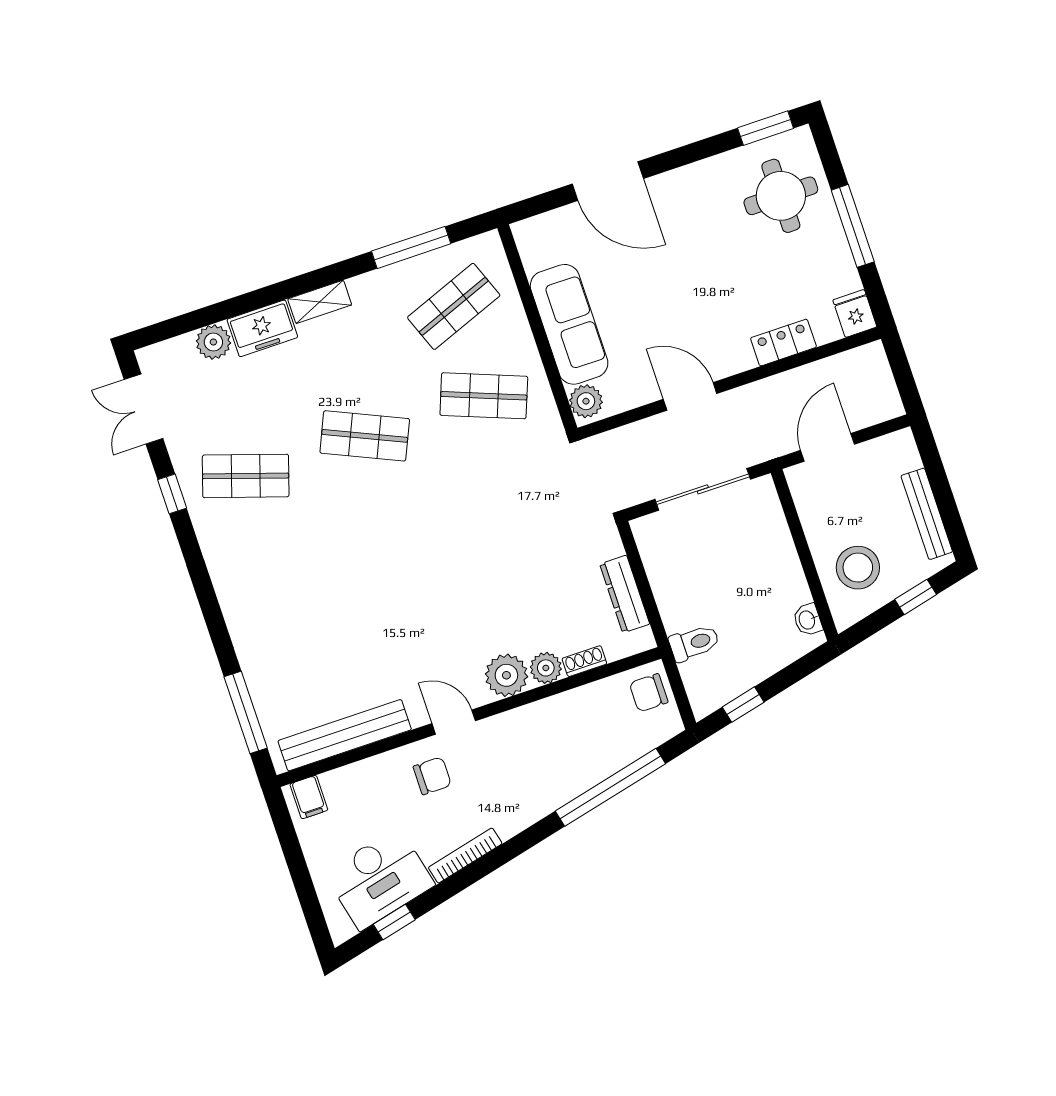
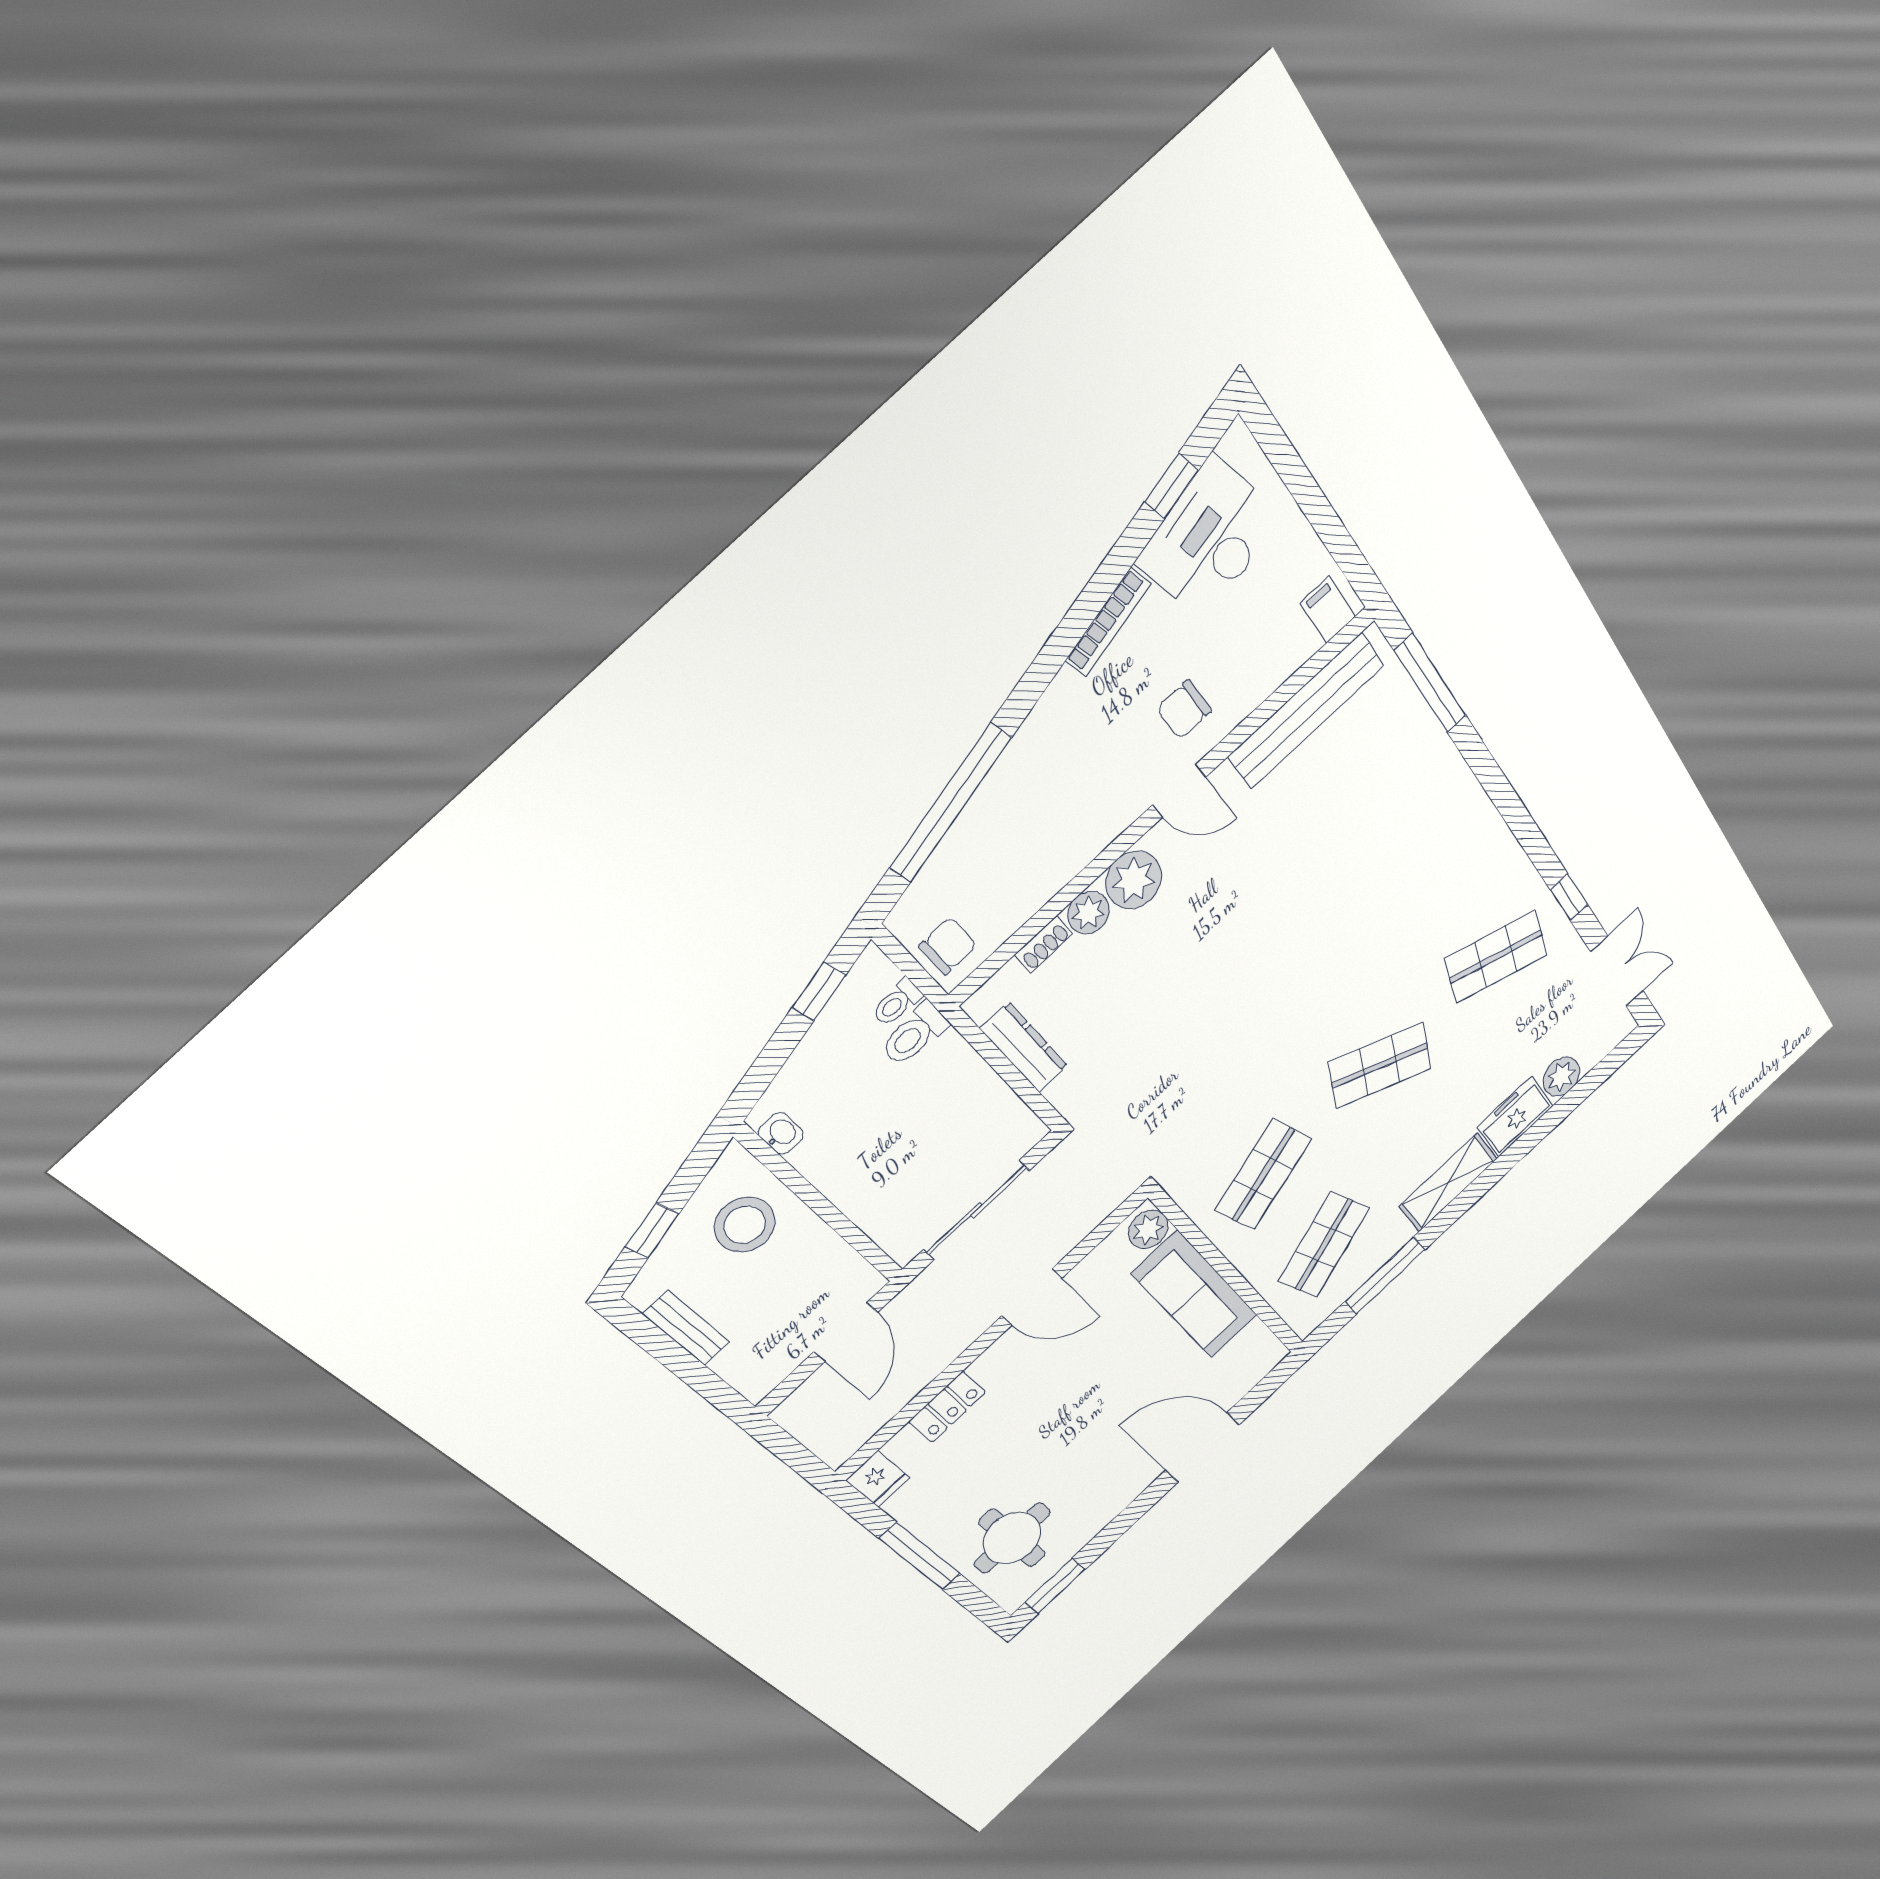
shelving: (320, 302) -> (1448, 1183), width x1.50, depth x1.33
shop shelf: (484, 396) -> (1263, 1175), turned -39
bench: (927, 514) -> (686, 1328), width x0.73
toilet: (697, 671) -> (897, 1003), added

